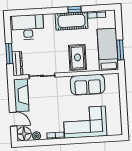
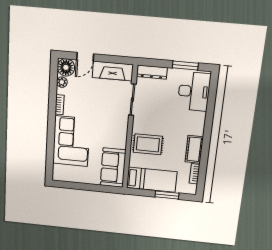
window: (74, 9) -> (205, 150), removed
cot: (71, 21) -> (194, 149), width x0.73, depth x0.75
window: (120, 50) -> (167, 195), moved
window: (9, 54) -> (185, 66), moved
sofa: (88, 85) -> (113, 168), moved

